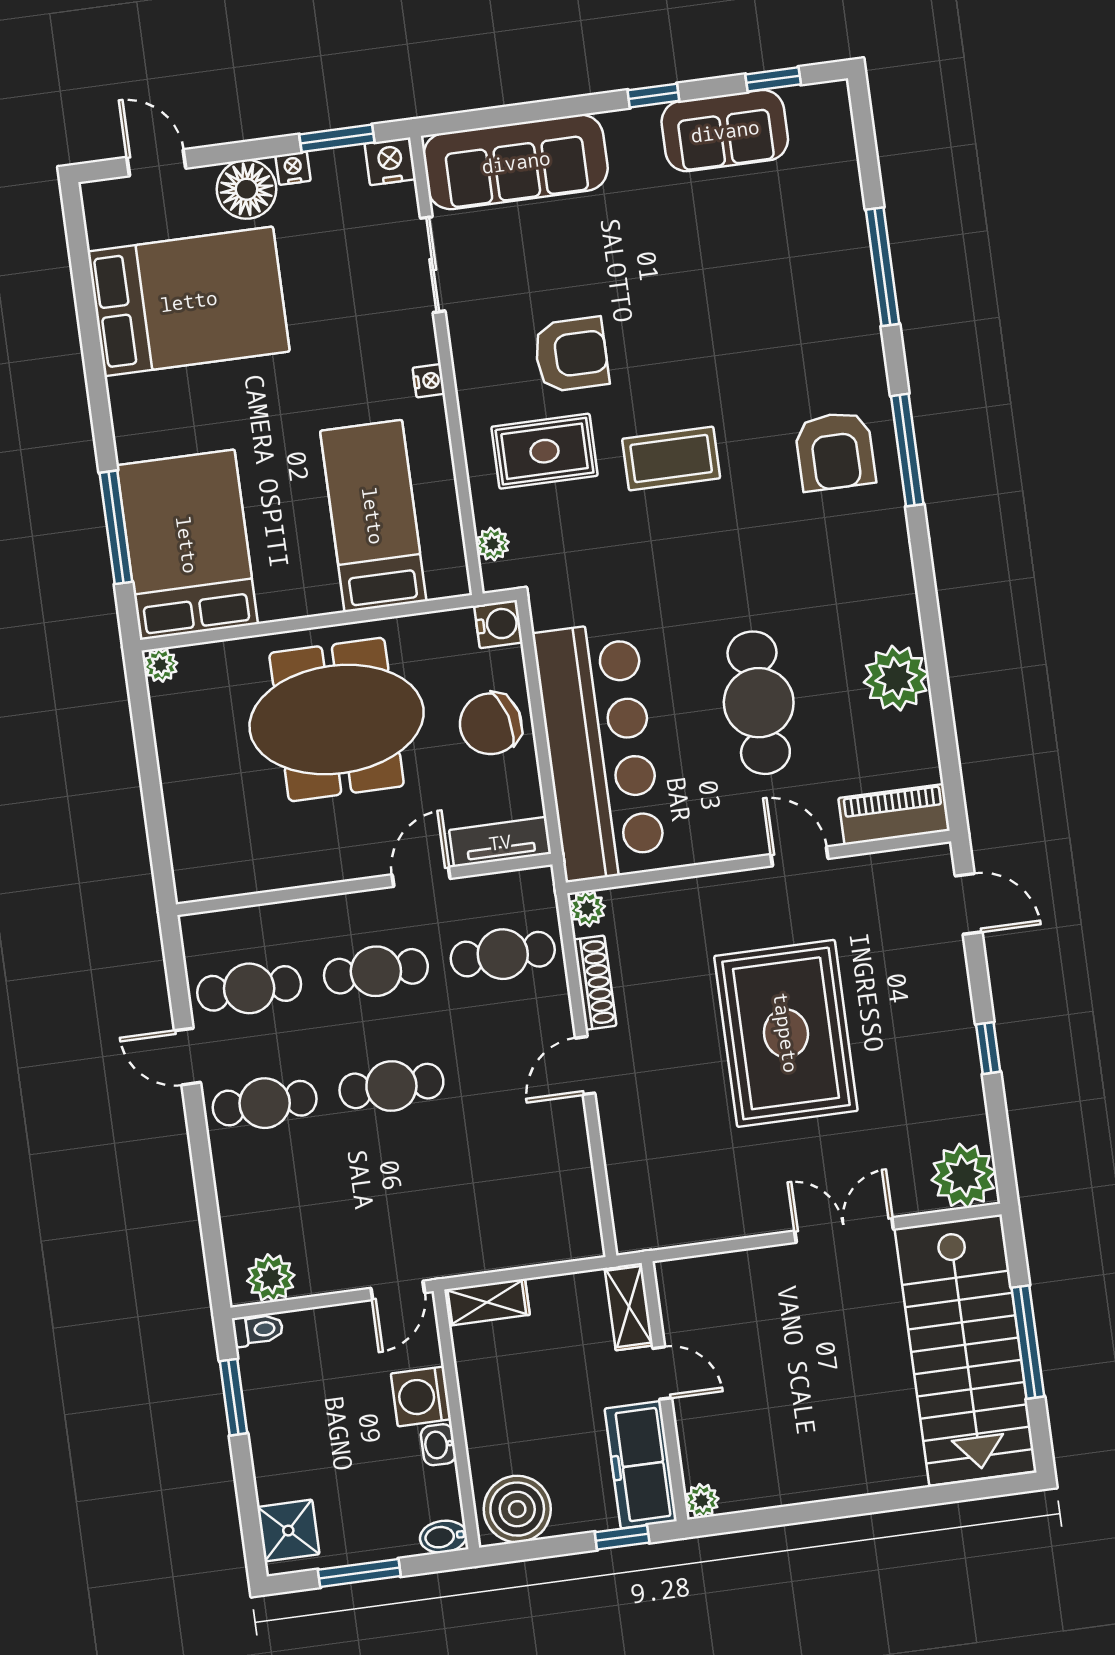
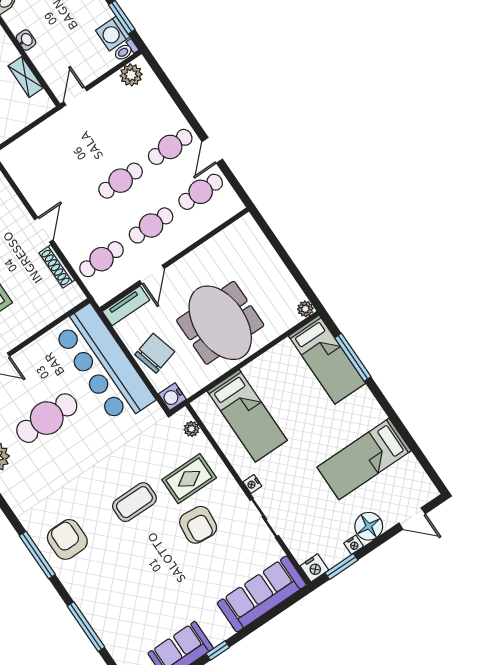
sliding door: (433, 265) -> (264, 518), moved
bed: (189, 301) -> (364, 459), width x0.67
armchair: (571, 355) -> (198, 525), turned -84
bed: (187, 545) -> (327, 360), width x0.67
cafe table: (759, 703) -> (47, 418), turned 90
meeting table: (337, 719) -> (220, 323), turned 90
plant: (587, 908) -> (76, 296), removed
door: (187, 1057) -> (212, 150), swing flipped
shelving: (487, 1302) -> (26, 77), moved, turned 90
washing machine: (421, 1396) -> (113, 34), moved, turned 180

